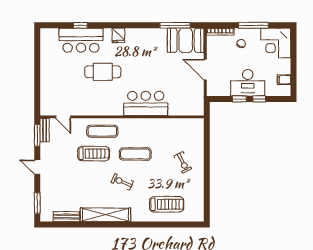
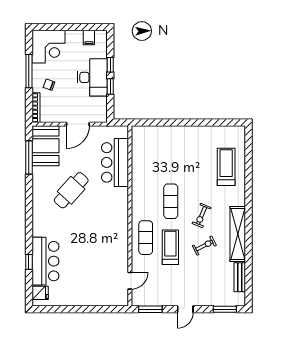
fridge: (118, 35) -> (40, 293), moved
cafe table: (103, 72) -> (71, 190), moved, turned 42
bar counter: (146, 103) -> (115, 162), moved
bench: (45, 130) -> (144, 301), removed
exercise bike: (183, 162) -> (204, 246), moved

